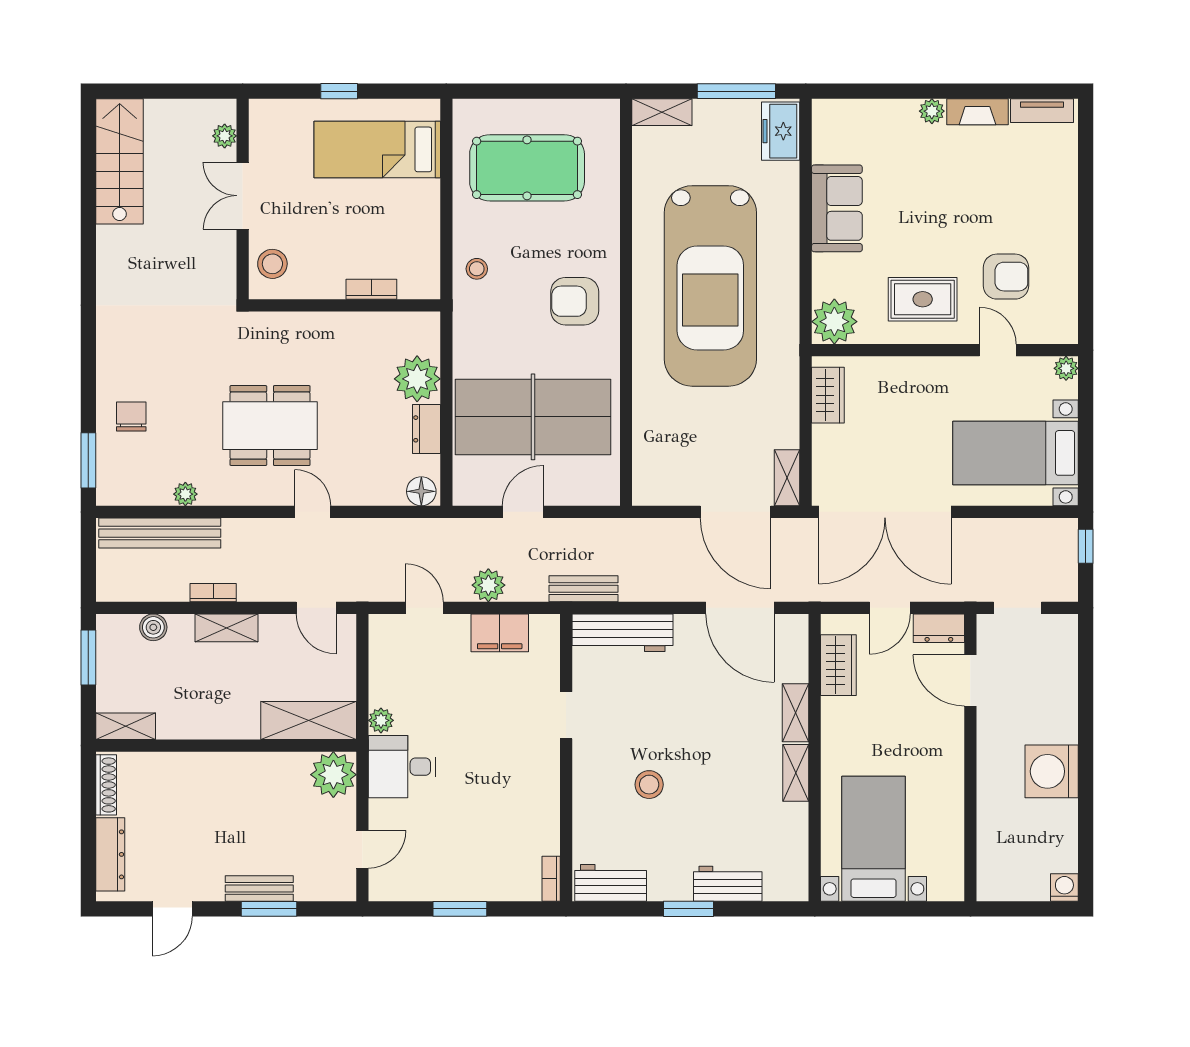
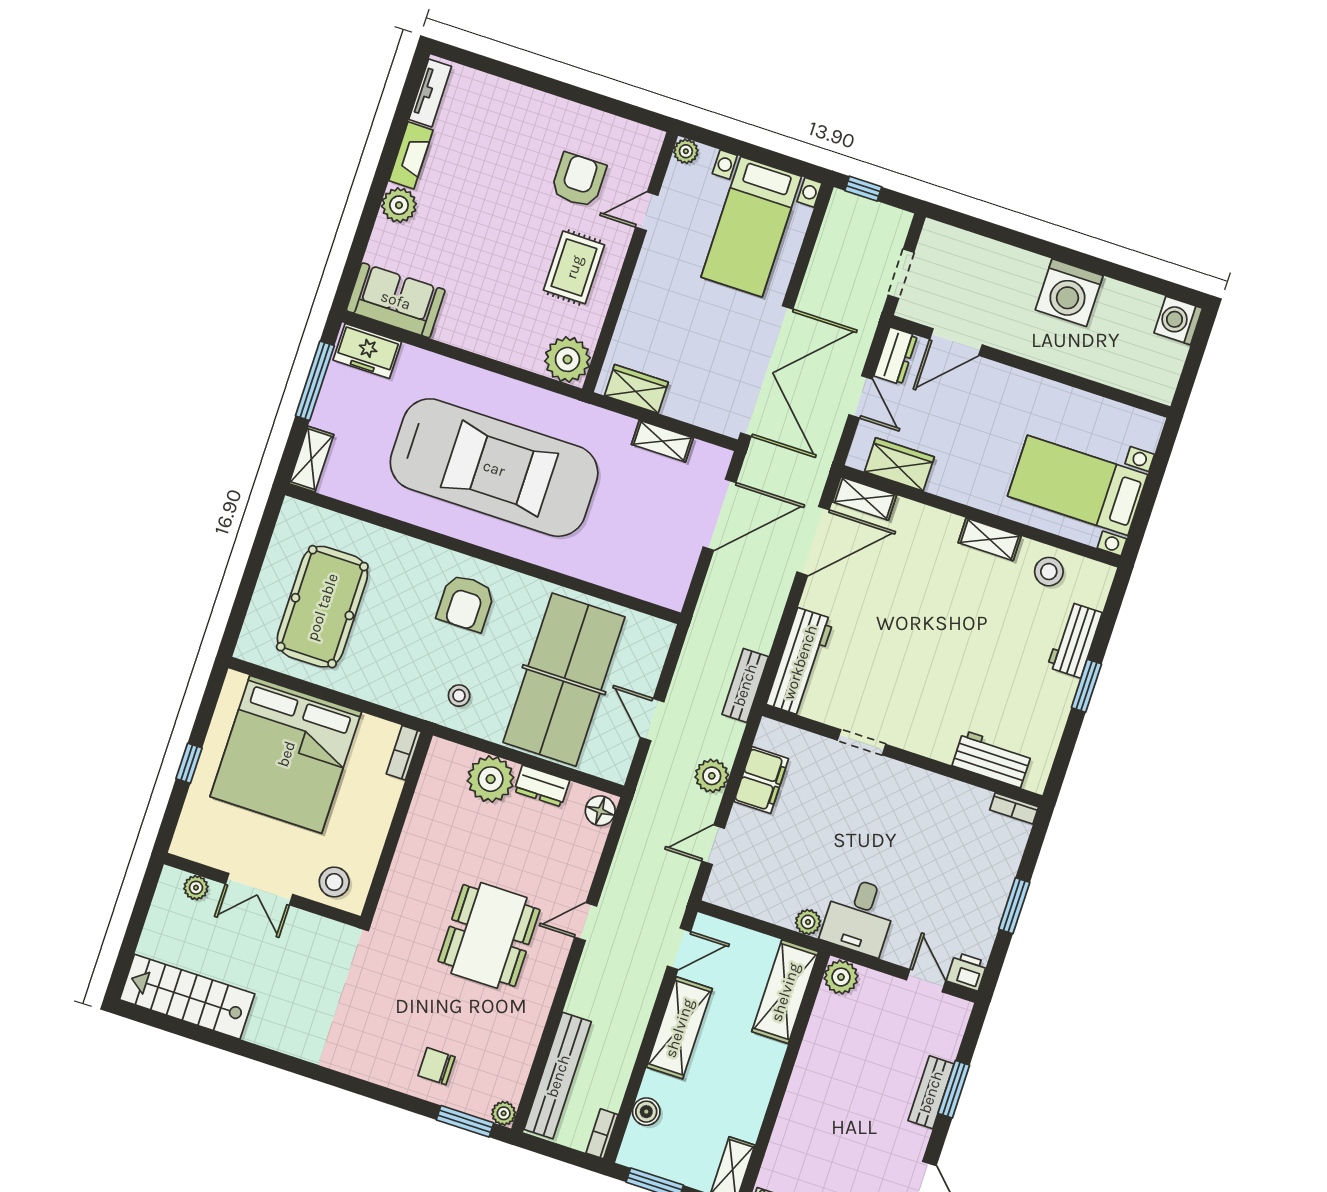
plant: (932, 111) -> (399, 205), width x1.38, depth x1.38
bed: (377, 149) -> (286, 754), width x2.04
sofa: (837, 208) -> (396, 300), moved
stool: (477, 269) -> (459, 696), moved
bookcase: (371, 289) -> (404, 753), moved
shelving: (787, 478) -> (662, 441), moved
plant: (185, 494) -> (504, 1113), moved
bookcase: (213, 593) -> (602, 1134), moved
shelving: (226, 628) -> (679, 1028), width x1.50, depth x1.33
shelving: (796, 713) -> (865, 498), moved
plant: (333, 775) -> (841, 977), width x0.73, depth x0.73
stool: (649, 785) -> (1049, 572), moved
workbench: (611, 883) -> (992, 759), moved, turned 90
printer: (384, 885) -> (967, 972), added
washing machine: (1064, 887) -> (1178, 321), width x1.38, depth x1.38

